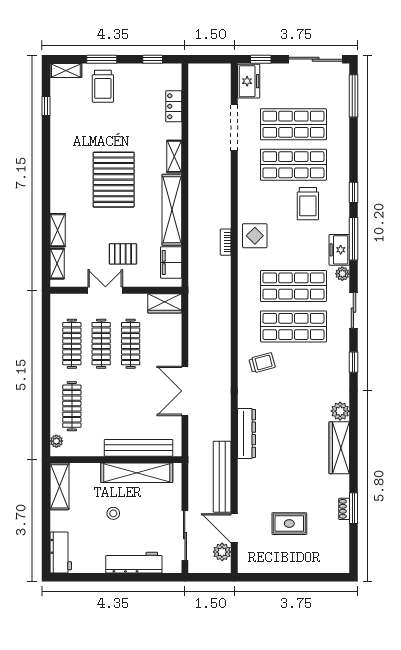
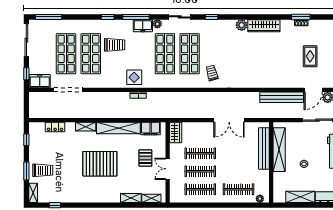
dresser: (246, 433) -> (255, 82), removed
shelving: (59, 486) -> (300, 197), moved

